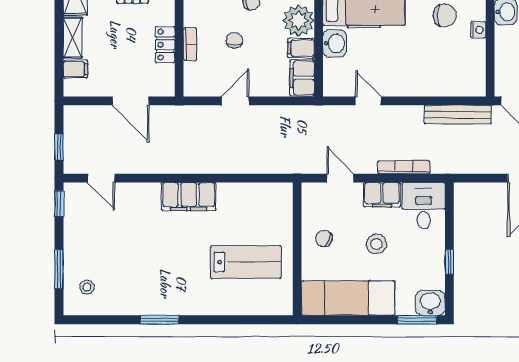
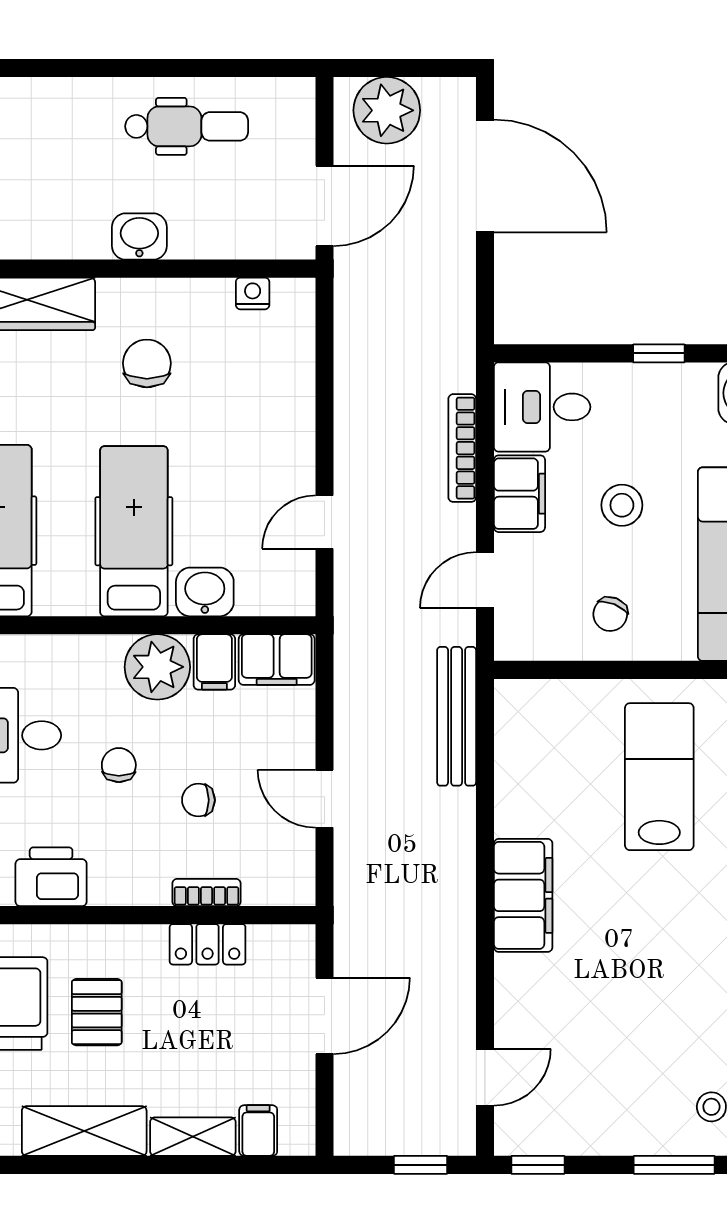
nightstand: (478, 30) -> (253, 293), moved
bench: (458, 115) -> (457, 716), moved

